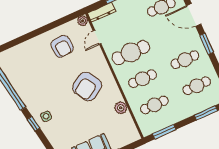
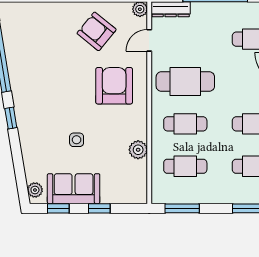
armchair: (62, 46) -> (97, 31), turned 133
armchair: (87, 86) -> (114, 86), moved, turned 122
side table: (46, 116) -> (77, 140), moved

